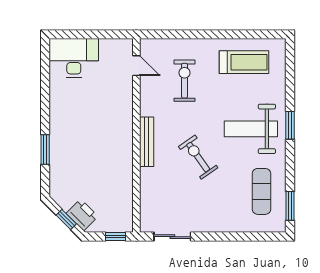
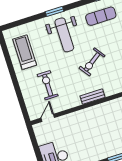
exercise bike: (185, 81) -> (48, 85), turned 90
bench: (147, 142) -> (93, 97), width x0.73

